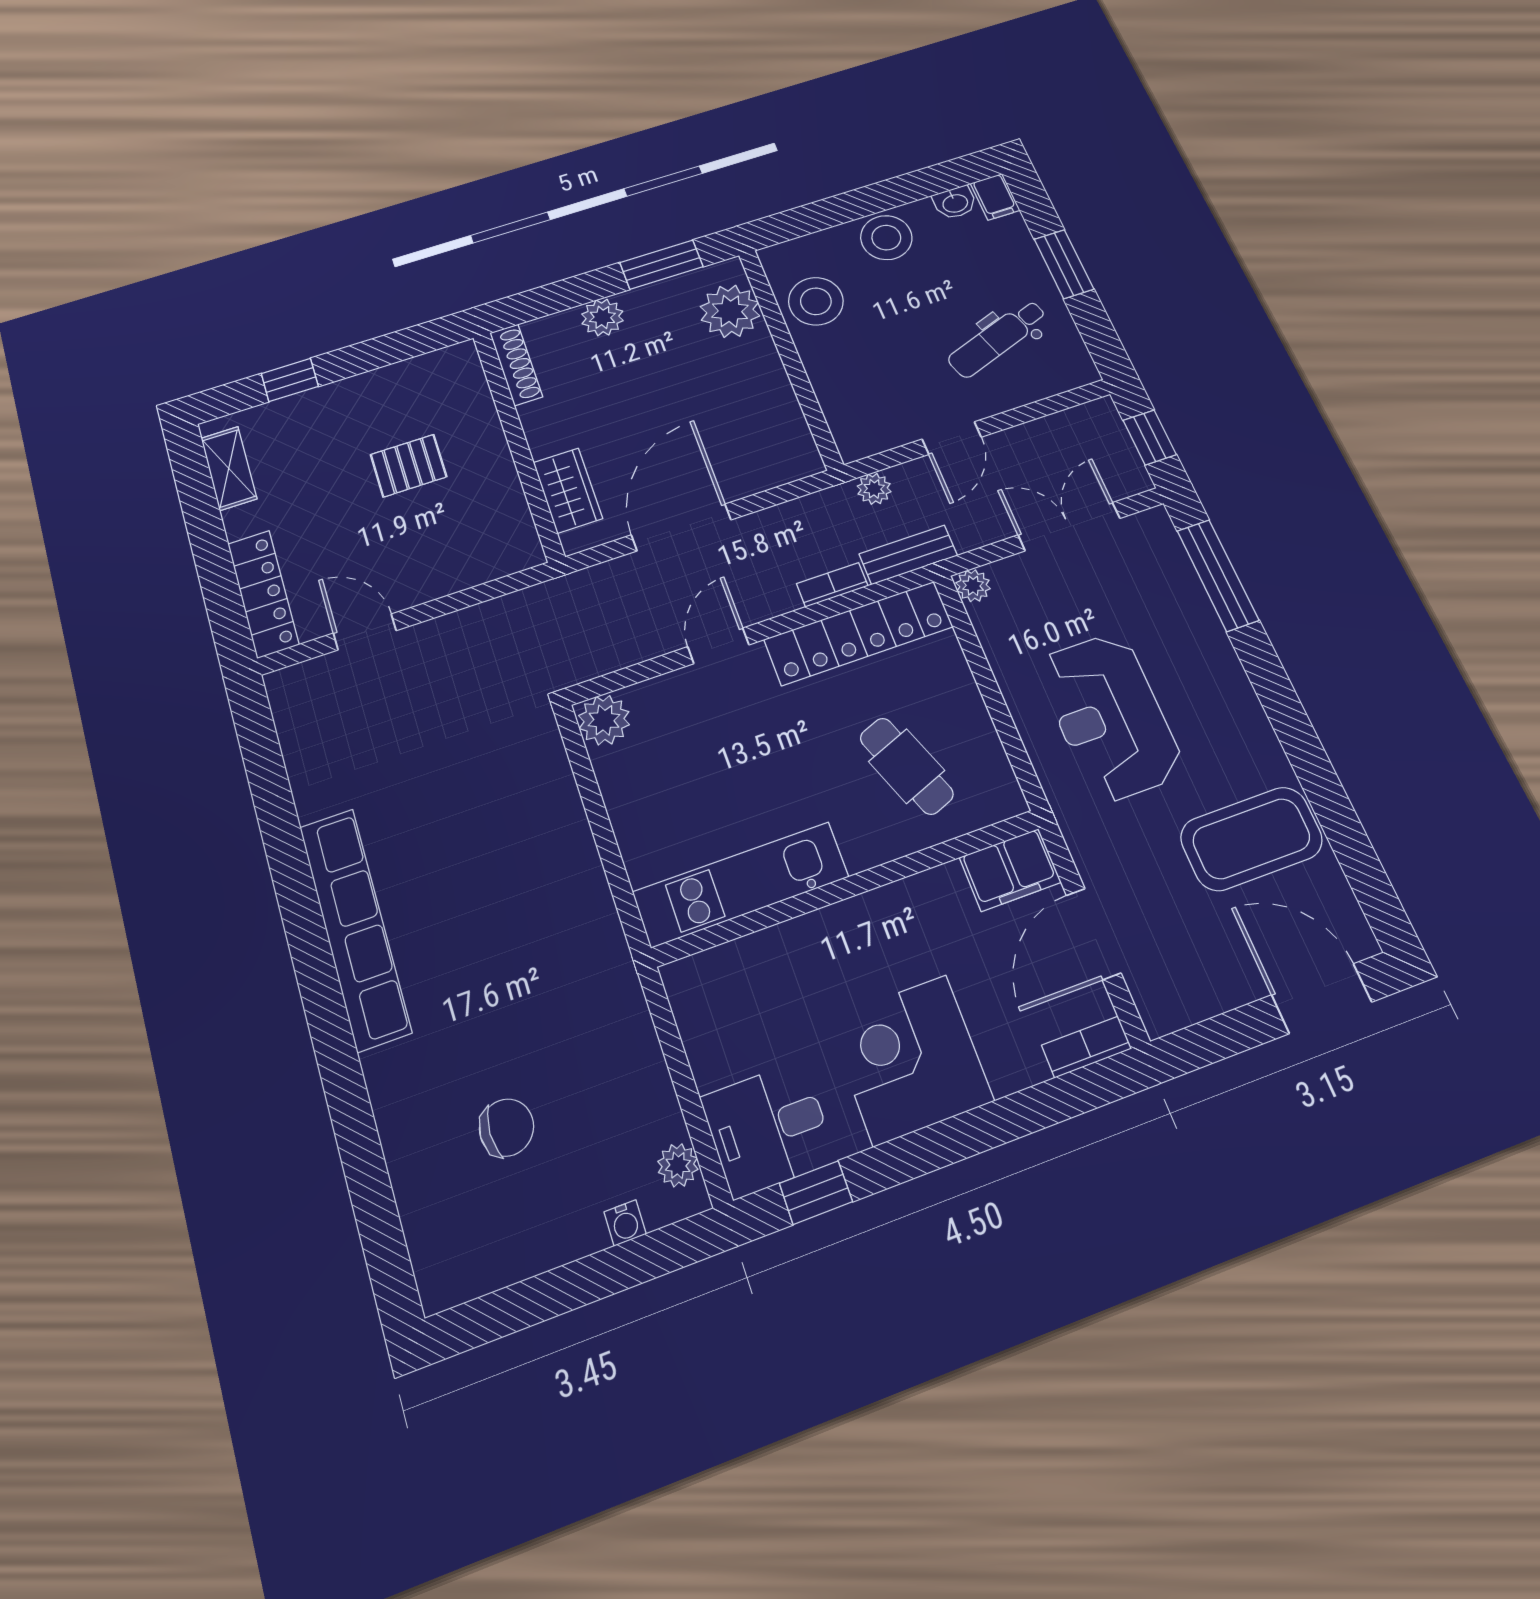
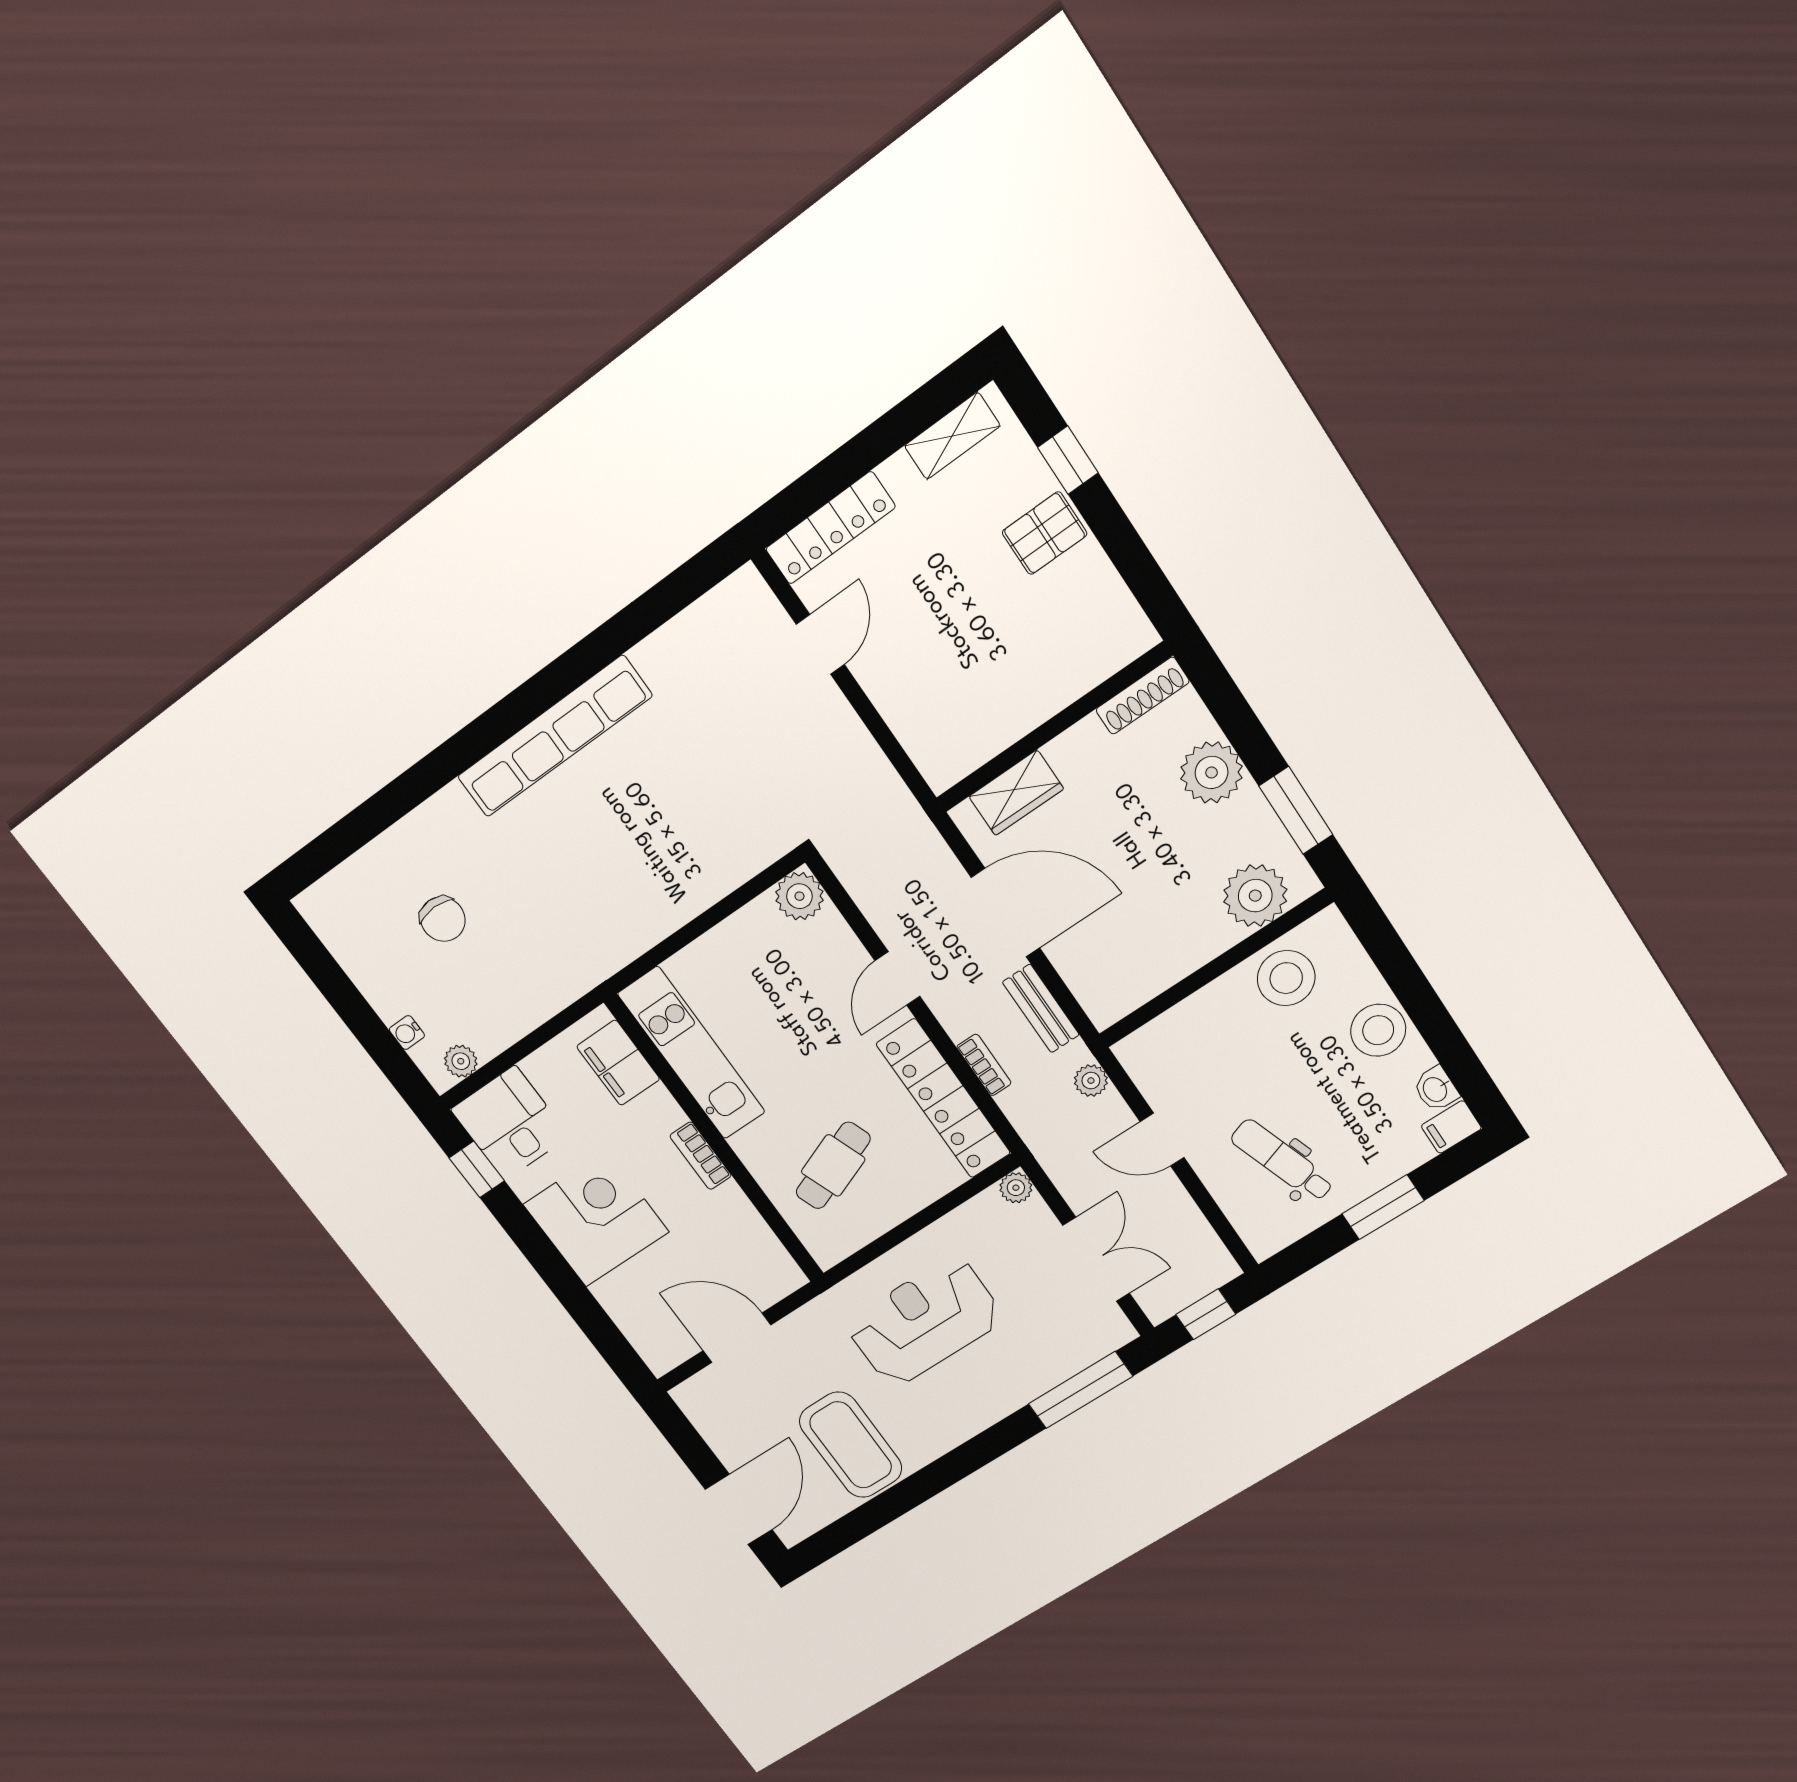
plant: (602, 317) -> (1212, 772), width x1.36, depth x1.36
pallet: (409, 466) -> (1045, 533), moved, turned 90
bench: (908, 555) -> (1041, 1008), moved
door: (718, 646) -> (897, 979), swing flipped
filing cabinet: (1010, 870) -> (618, 1063), moved
bookcase: (1087, 1047) -> (701, 1156), moved, turned 180

